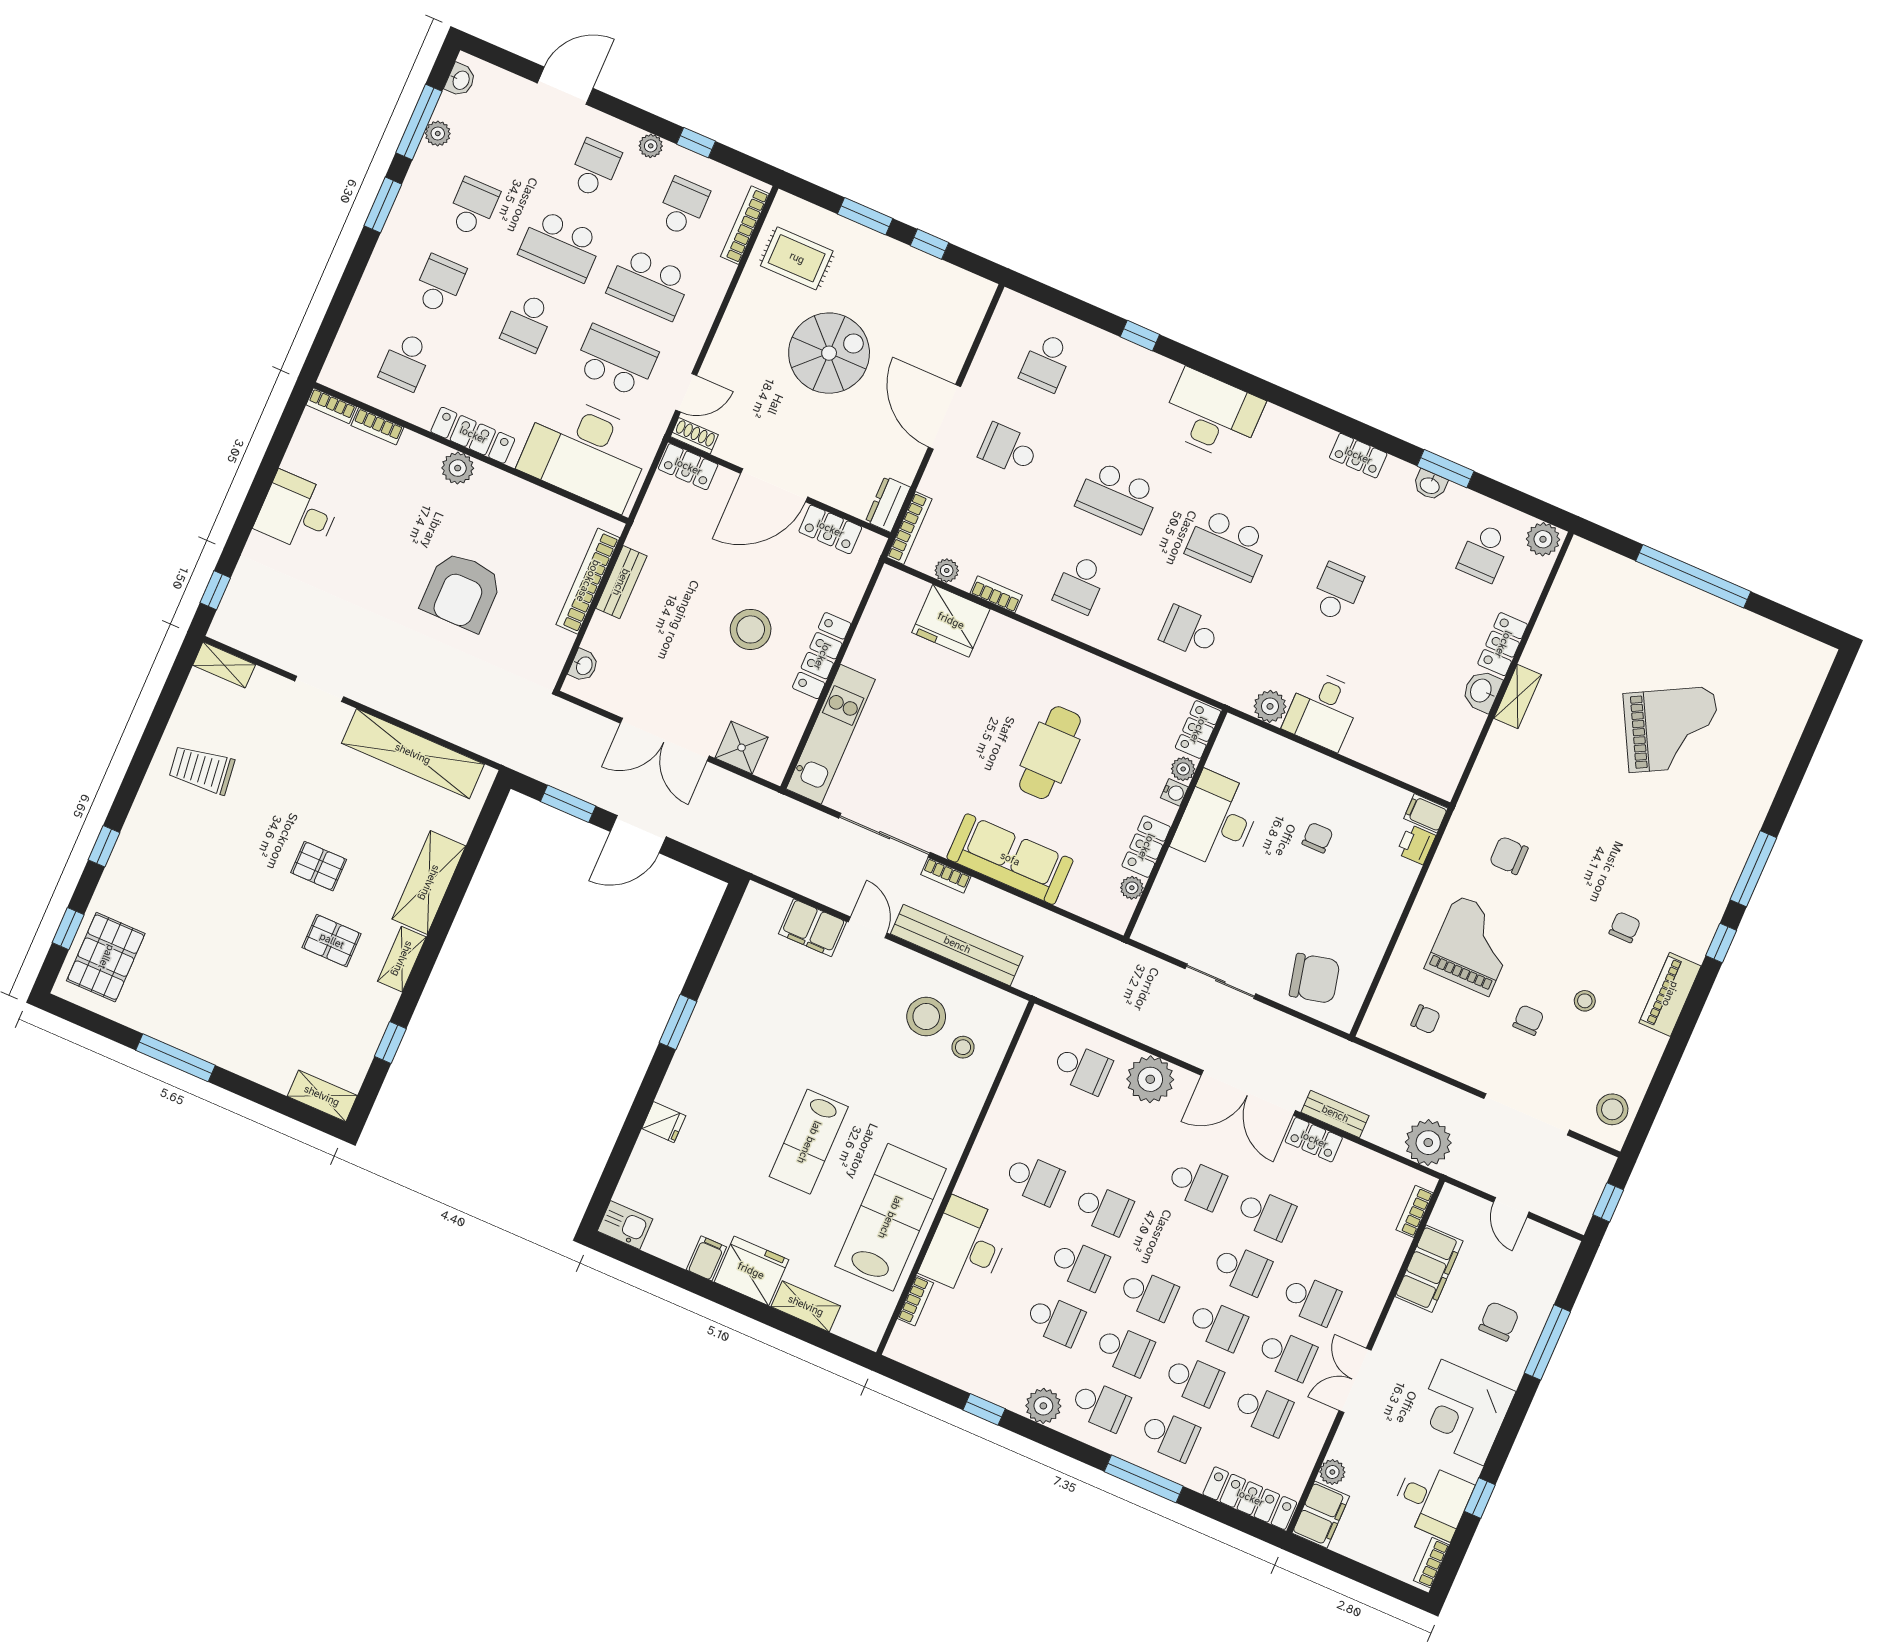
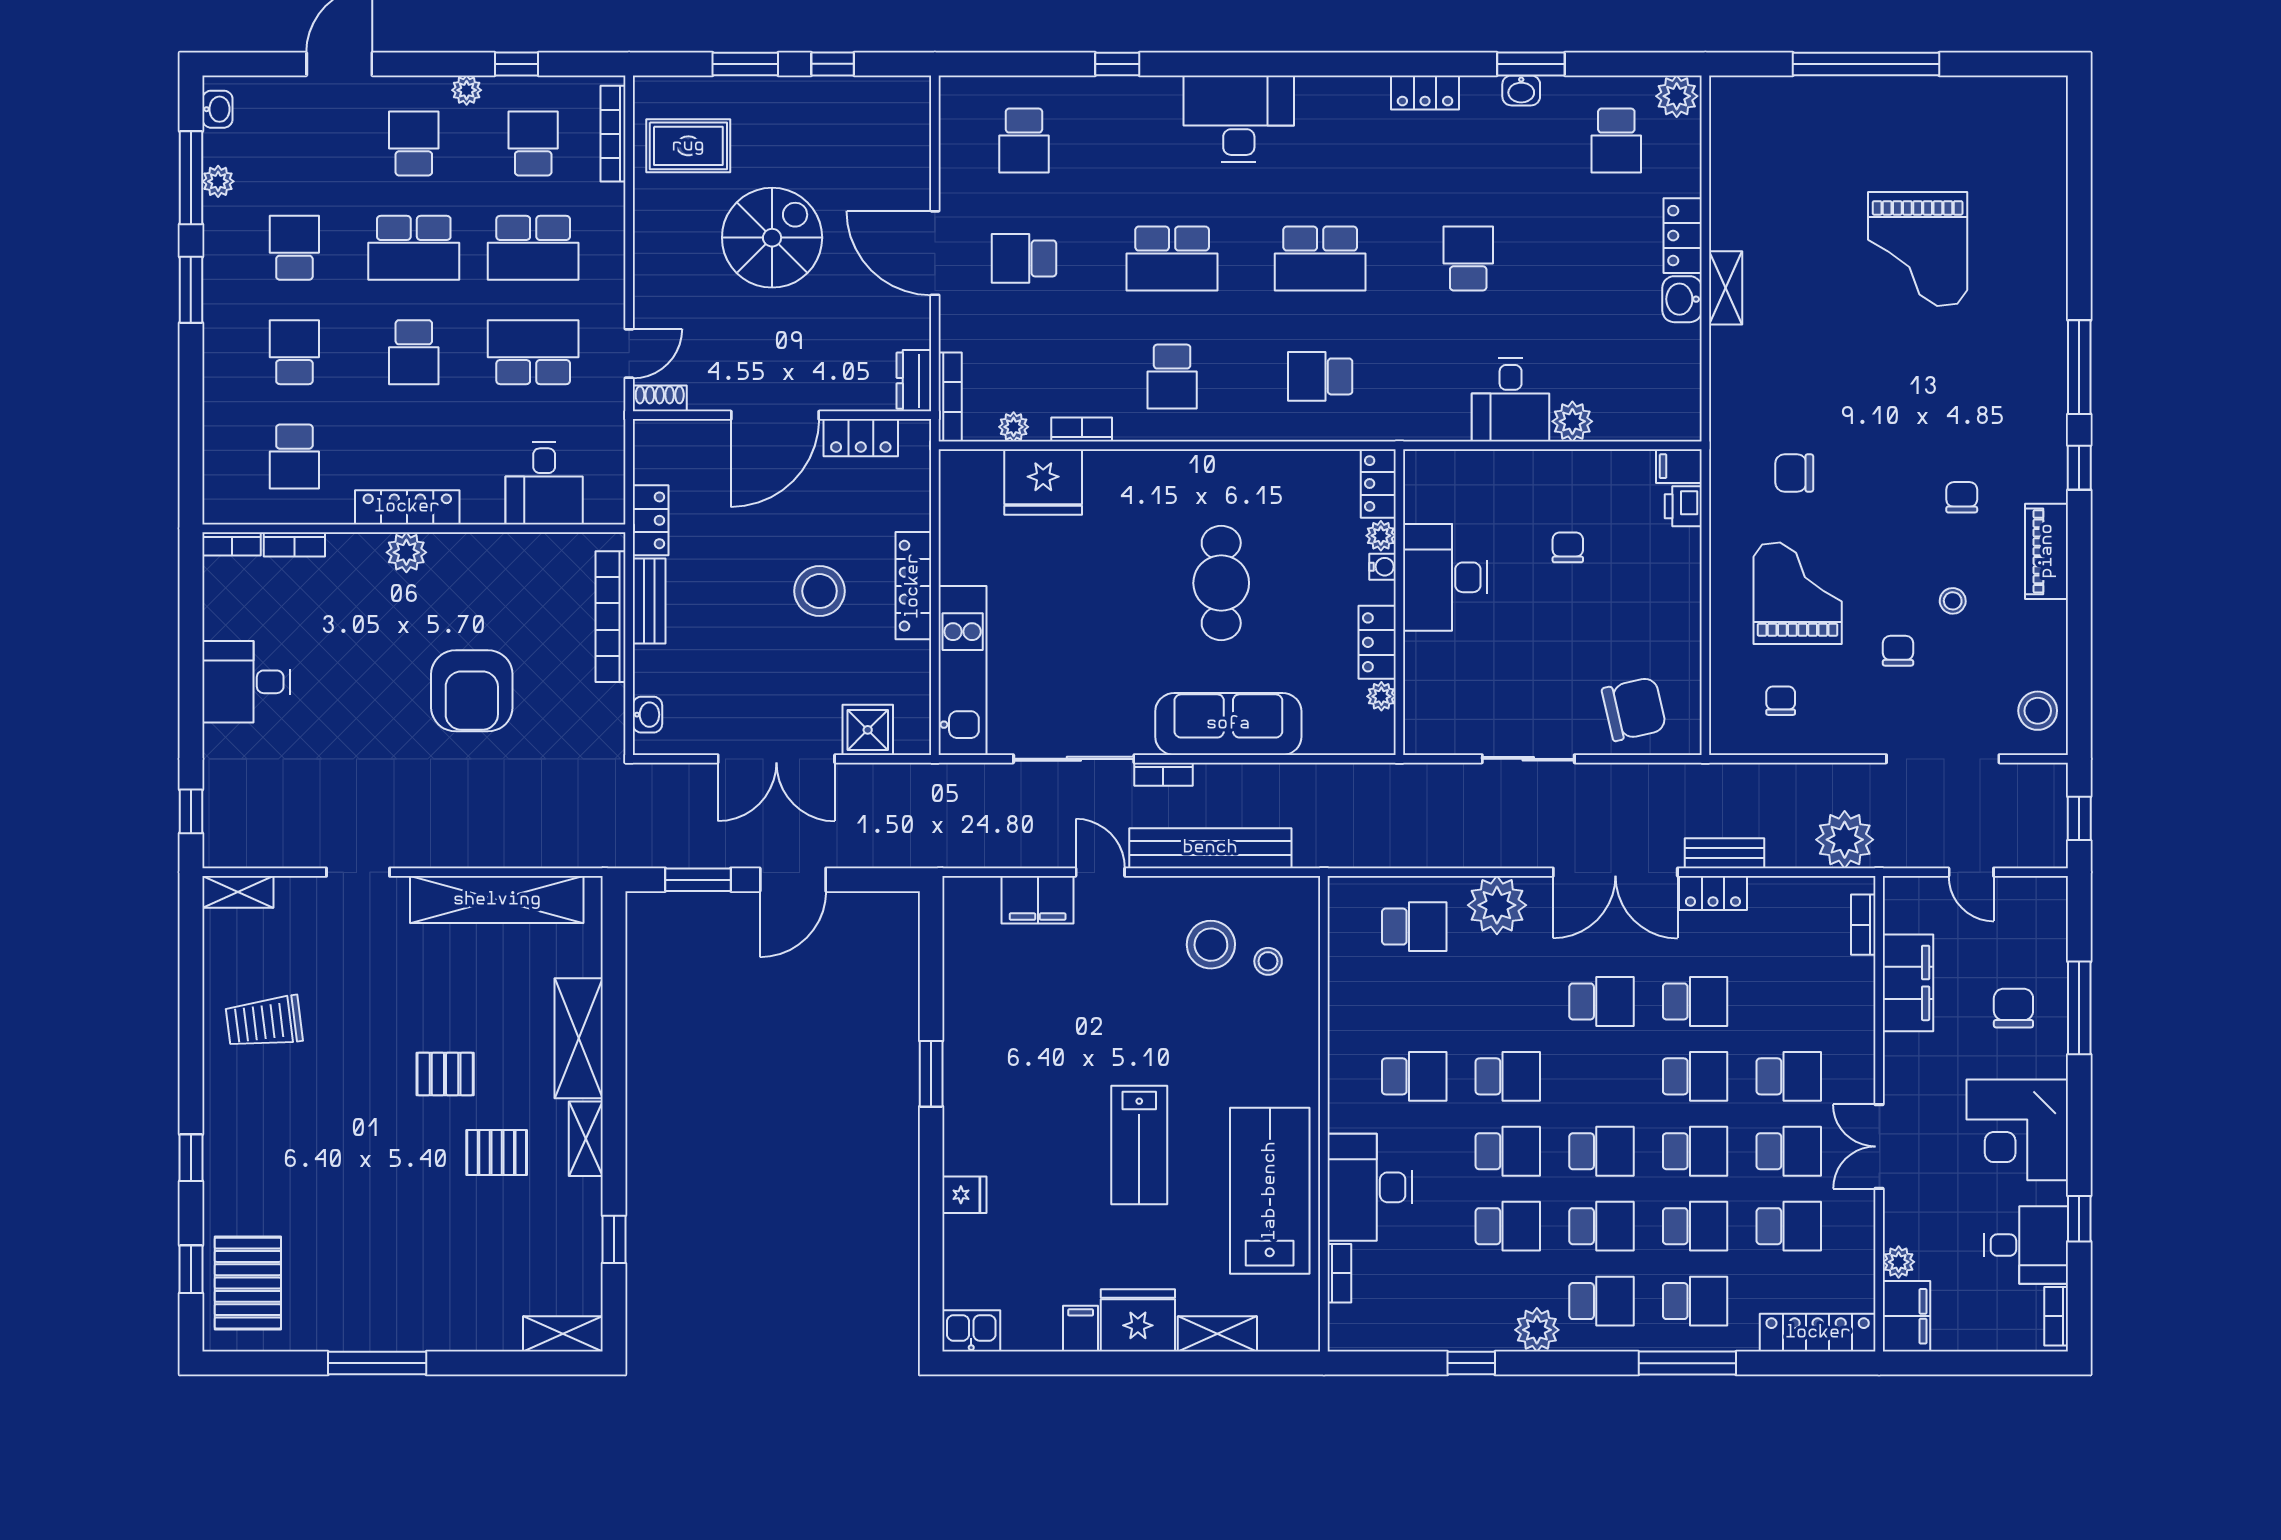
desk: (586, 452) -> (544, 483), width x0.53, depth x0.77
locker: (688, 467) -> (651, 520), moved, turned -90
plant: (1270, 706) -> (1572, 421), moved
grand piano: (1672, 730) -> (1918, 249), turned 118
chair: (1426, 1019) -> (1781, 701), turned -90

